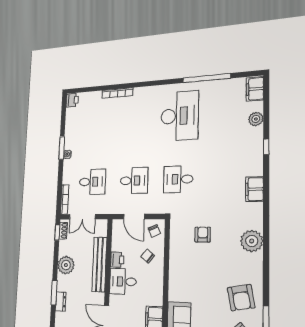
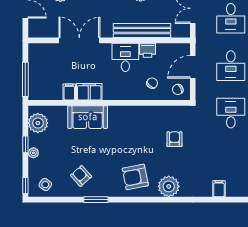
filing cabinet: (254, 189) -> (219, 189), width x0.50
armchair: (203, 235) -> (174, 139), turned -90
armchair: (241, 298) -> (135, 177), moved

